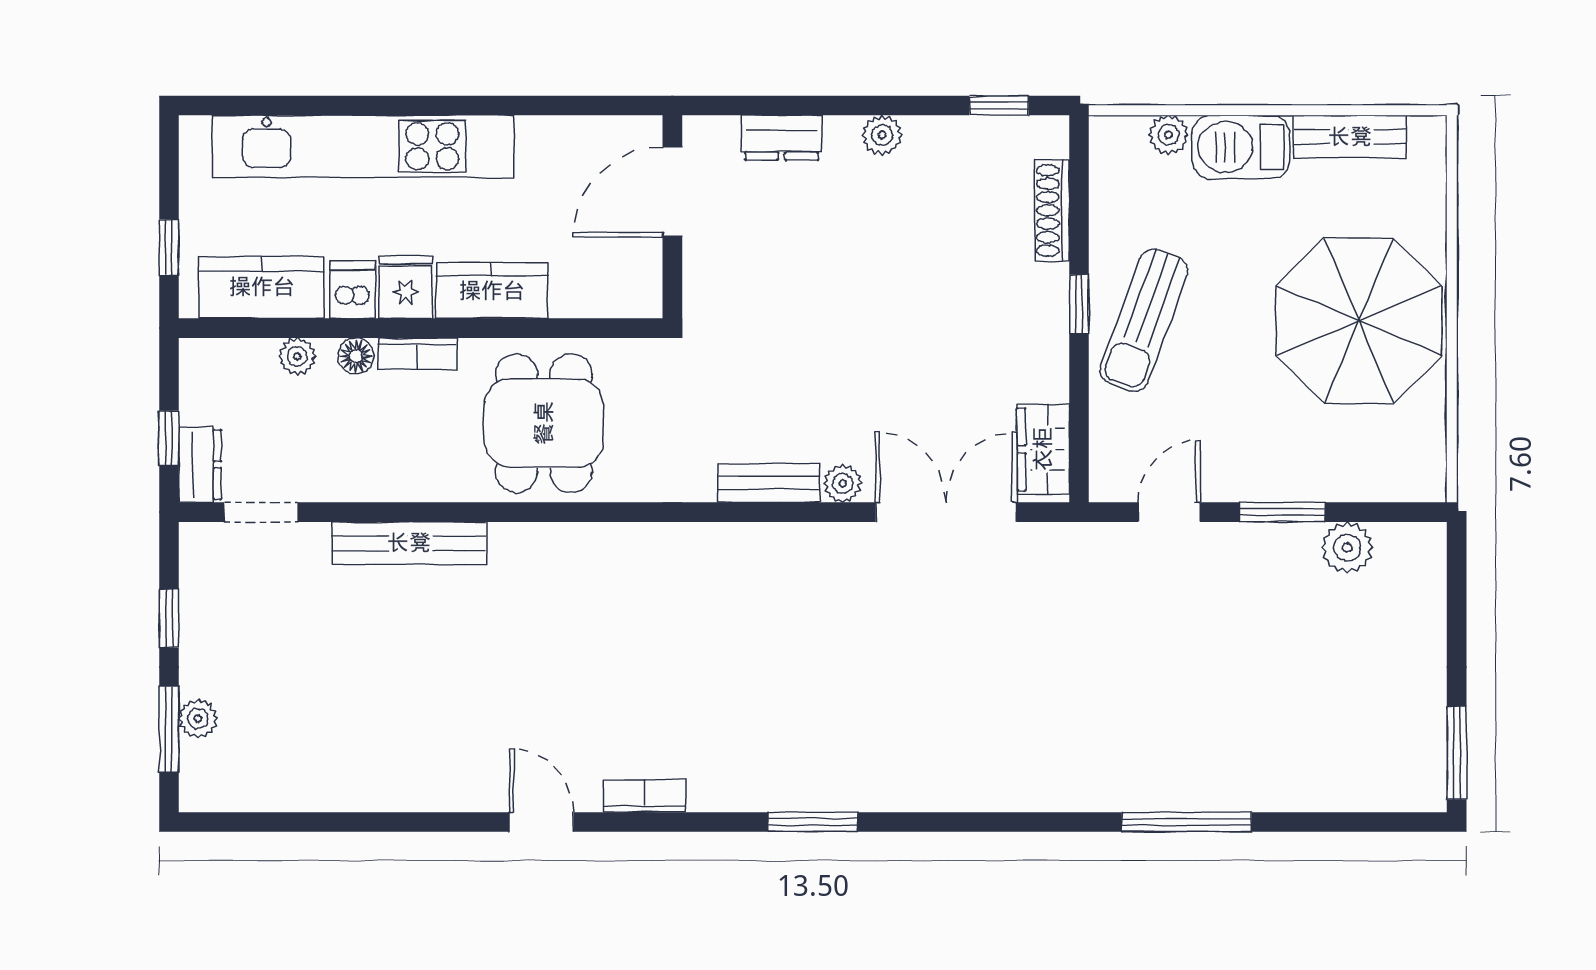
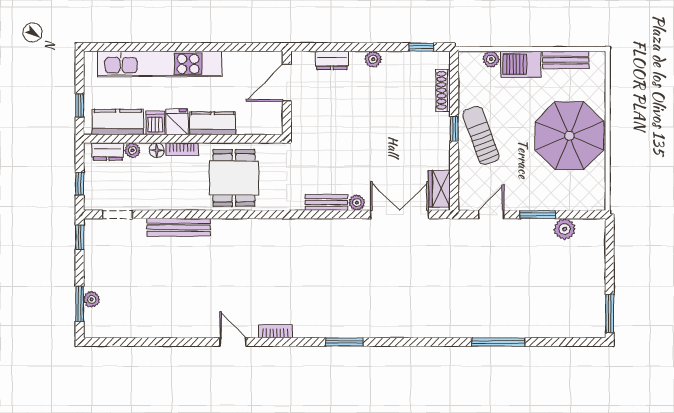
sun lounger: (1144, 320) -> (481, 136), turned 140
dresser: (200, 465) -> (108, 151), moved, turned 90
window: (169, 618) -> (80, 237), moved

